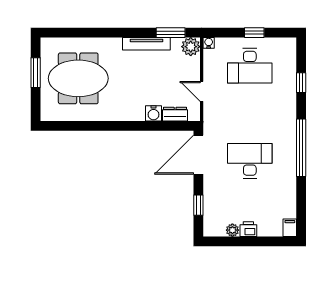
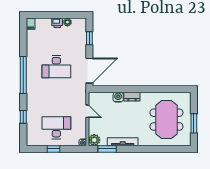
meeting table: (78, 78) -> (166, 120), turned 90
dresser: (175, 114) -> (132, 97), moved

